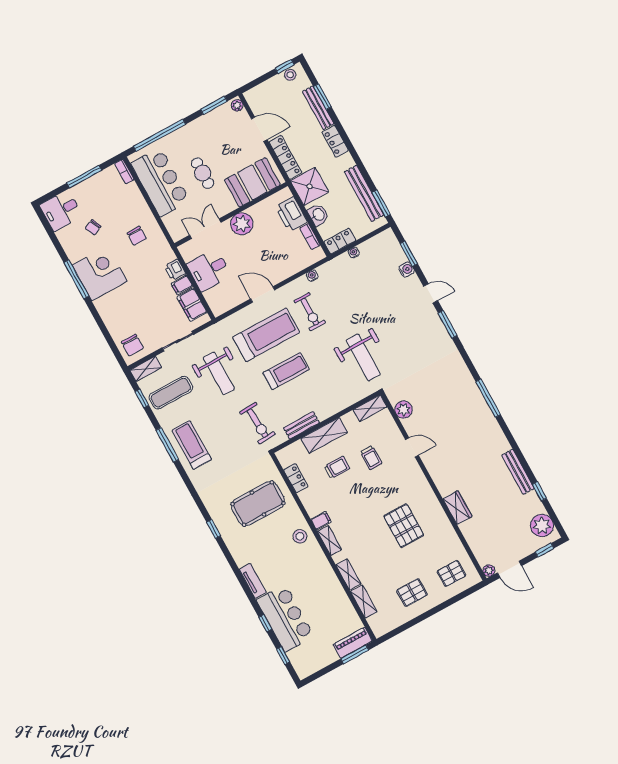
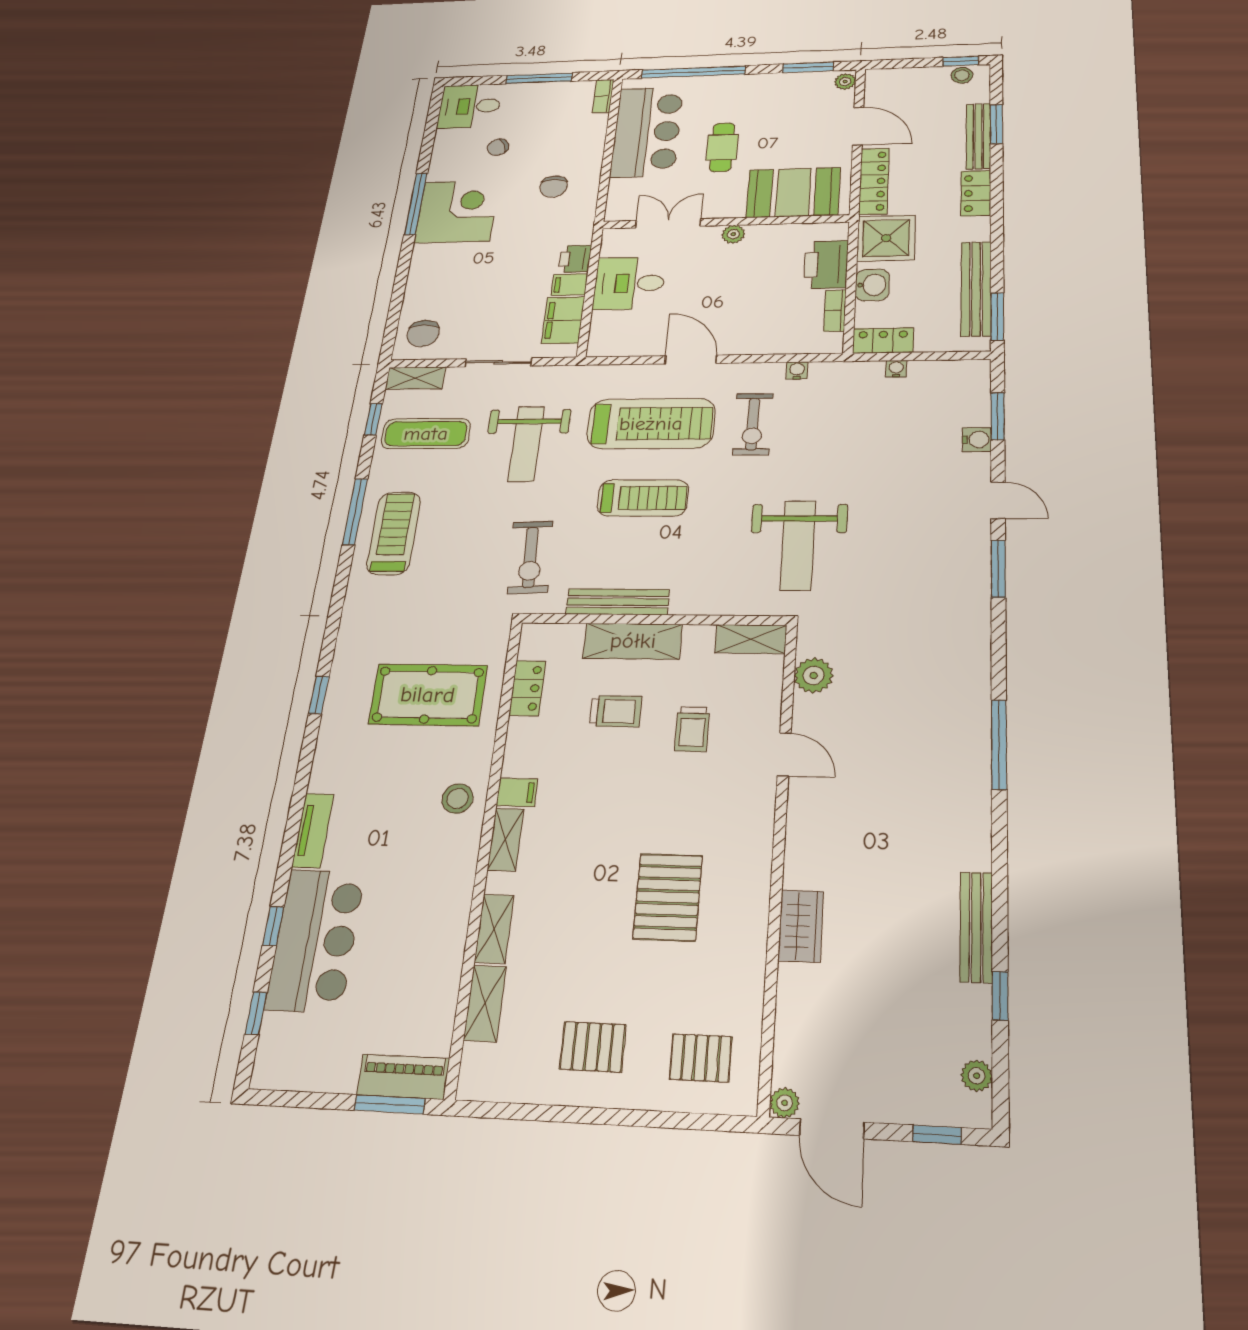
plant: (242, 224) -> (733, 234), width x0.53, depth x0.53
bench: (301, 425) -> (618, 602), width x1.36
plant: (542, 526) -> (977, 1076), width x0.53, depth x0.53

